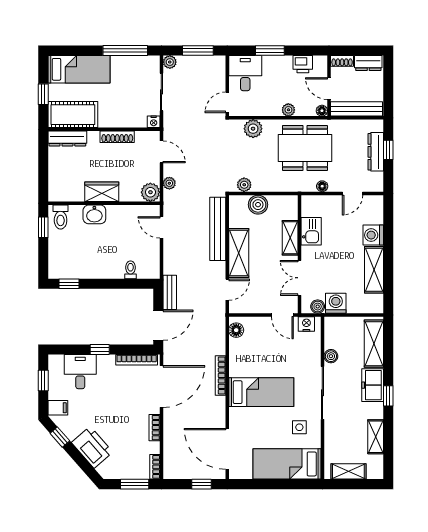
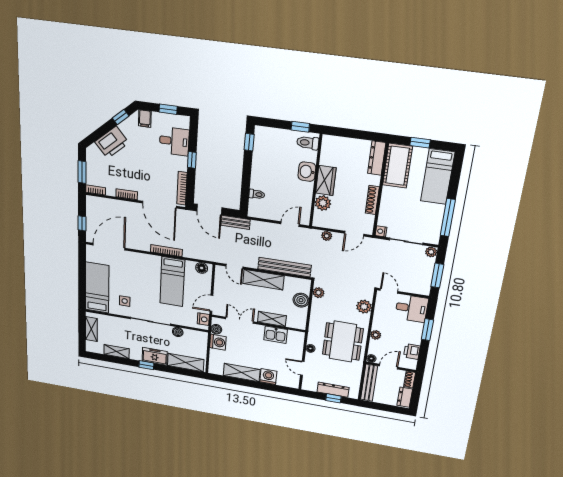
plant: (150, 192) -> (323, 203), moved
bed: (261, 392) -> (172, 282), moved

